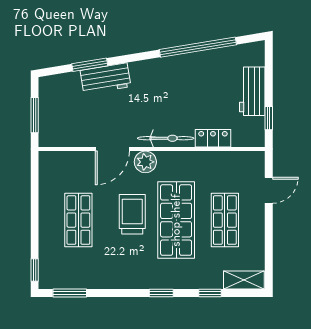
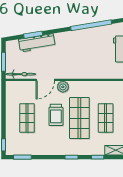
workbench: (106, 79) -> (37, 43), width x1.37
bicycle: (166, 138) -> (21, 74), moved
locker: (213, 138) -> (99, 74), removed
trolley: (132, 214) -> (56, 115), turned 180

